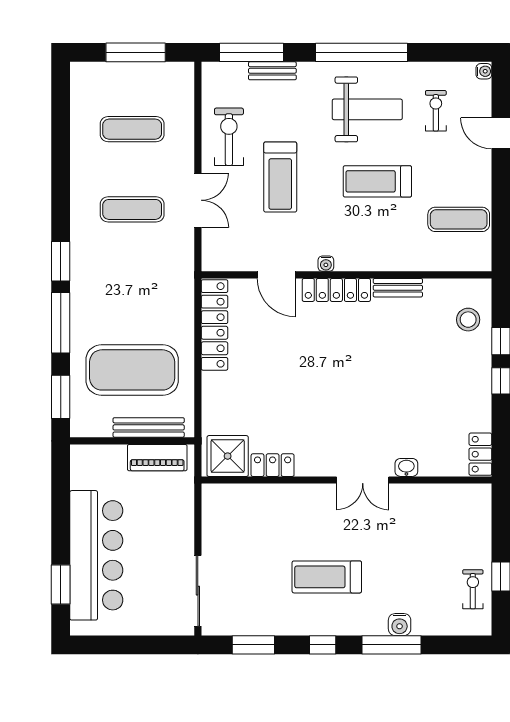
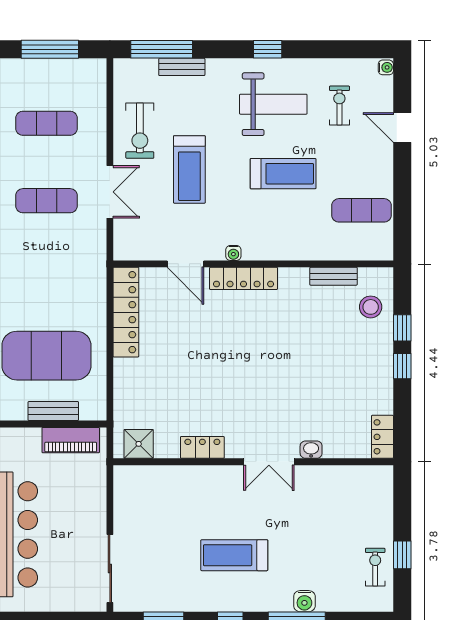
window: (361, 52) -> (268, 49), width x0.32
exercise bike: (229, 137) -> (140, 131), turned 180
treadmill: (377, 181) -> (283, 174), turned 180
bench: (398, 288) -> (333, 276), moved
bench: (149, 427) -> (53, 411), width x0.73
shower: (228, 456) -> (139, 444), width x0.73, depth x0.73
locker: (273, 465) -> (202, 447), moved

